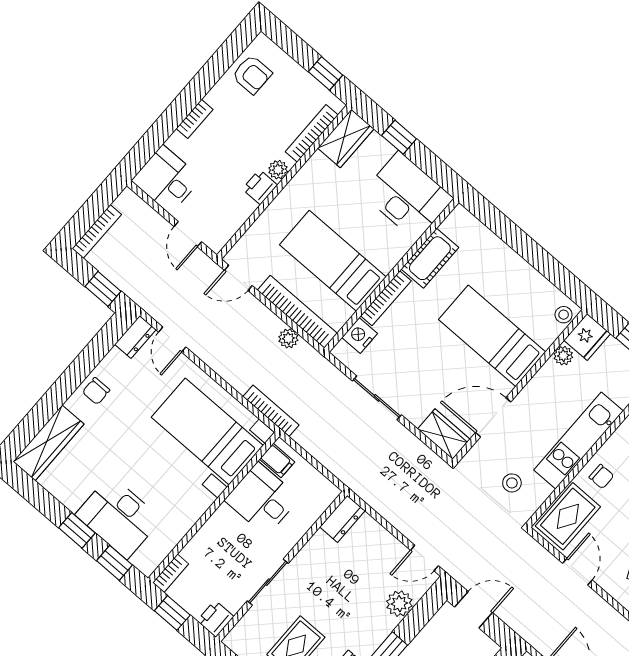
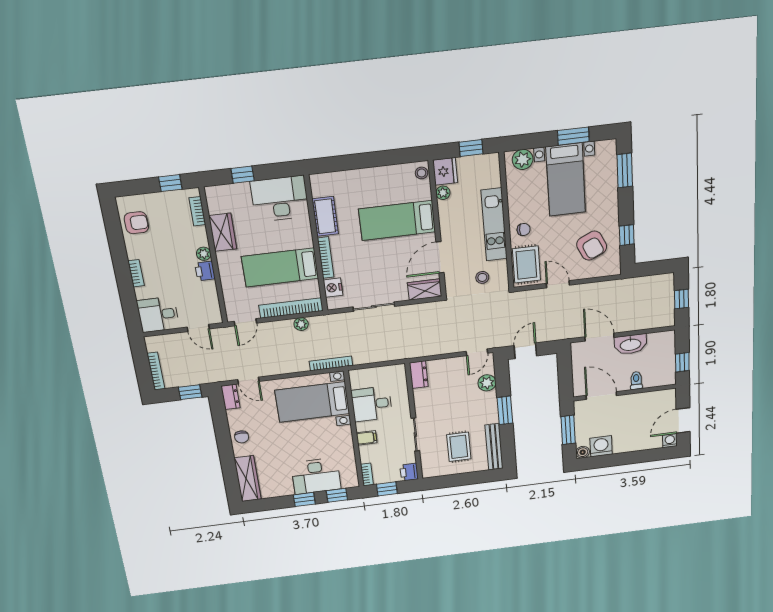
bookcase: (312, 133) -> (197, 211), width x0.64
wardrobe: (346, 138) -> (223, 232), moved
filing cabinet: (277, 461) -> (367, 438), moved

